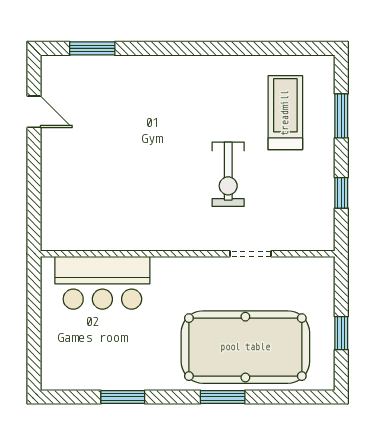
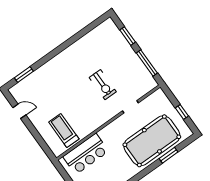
treadmill: (285, 113) -> (64, 130), moved
window: (341, 193) -> (147, 63), width x2.17
window: (223, 397) -> (169, 155), moved

